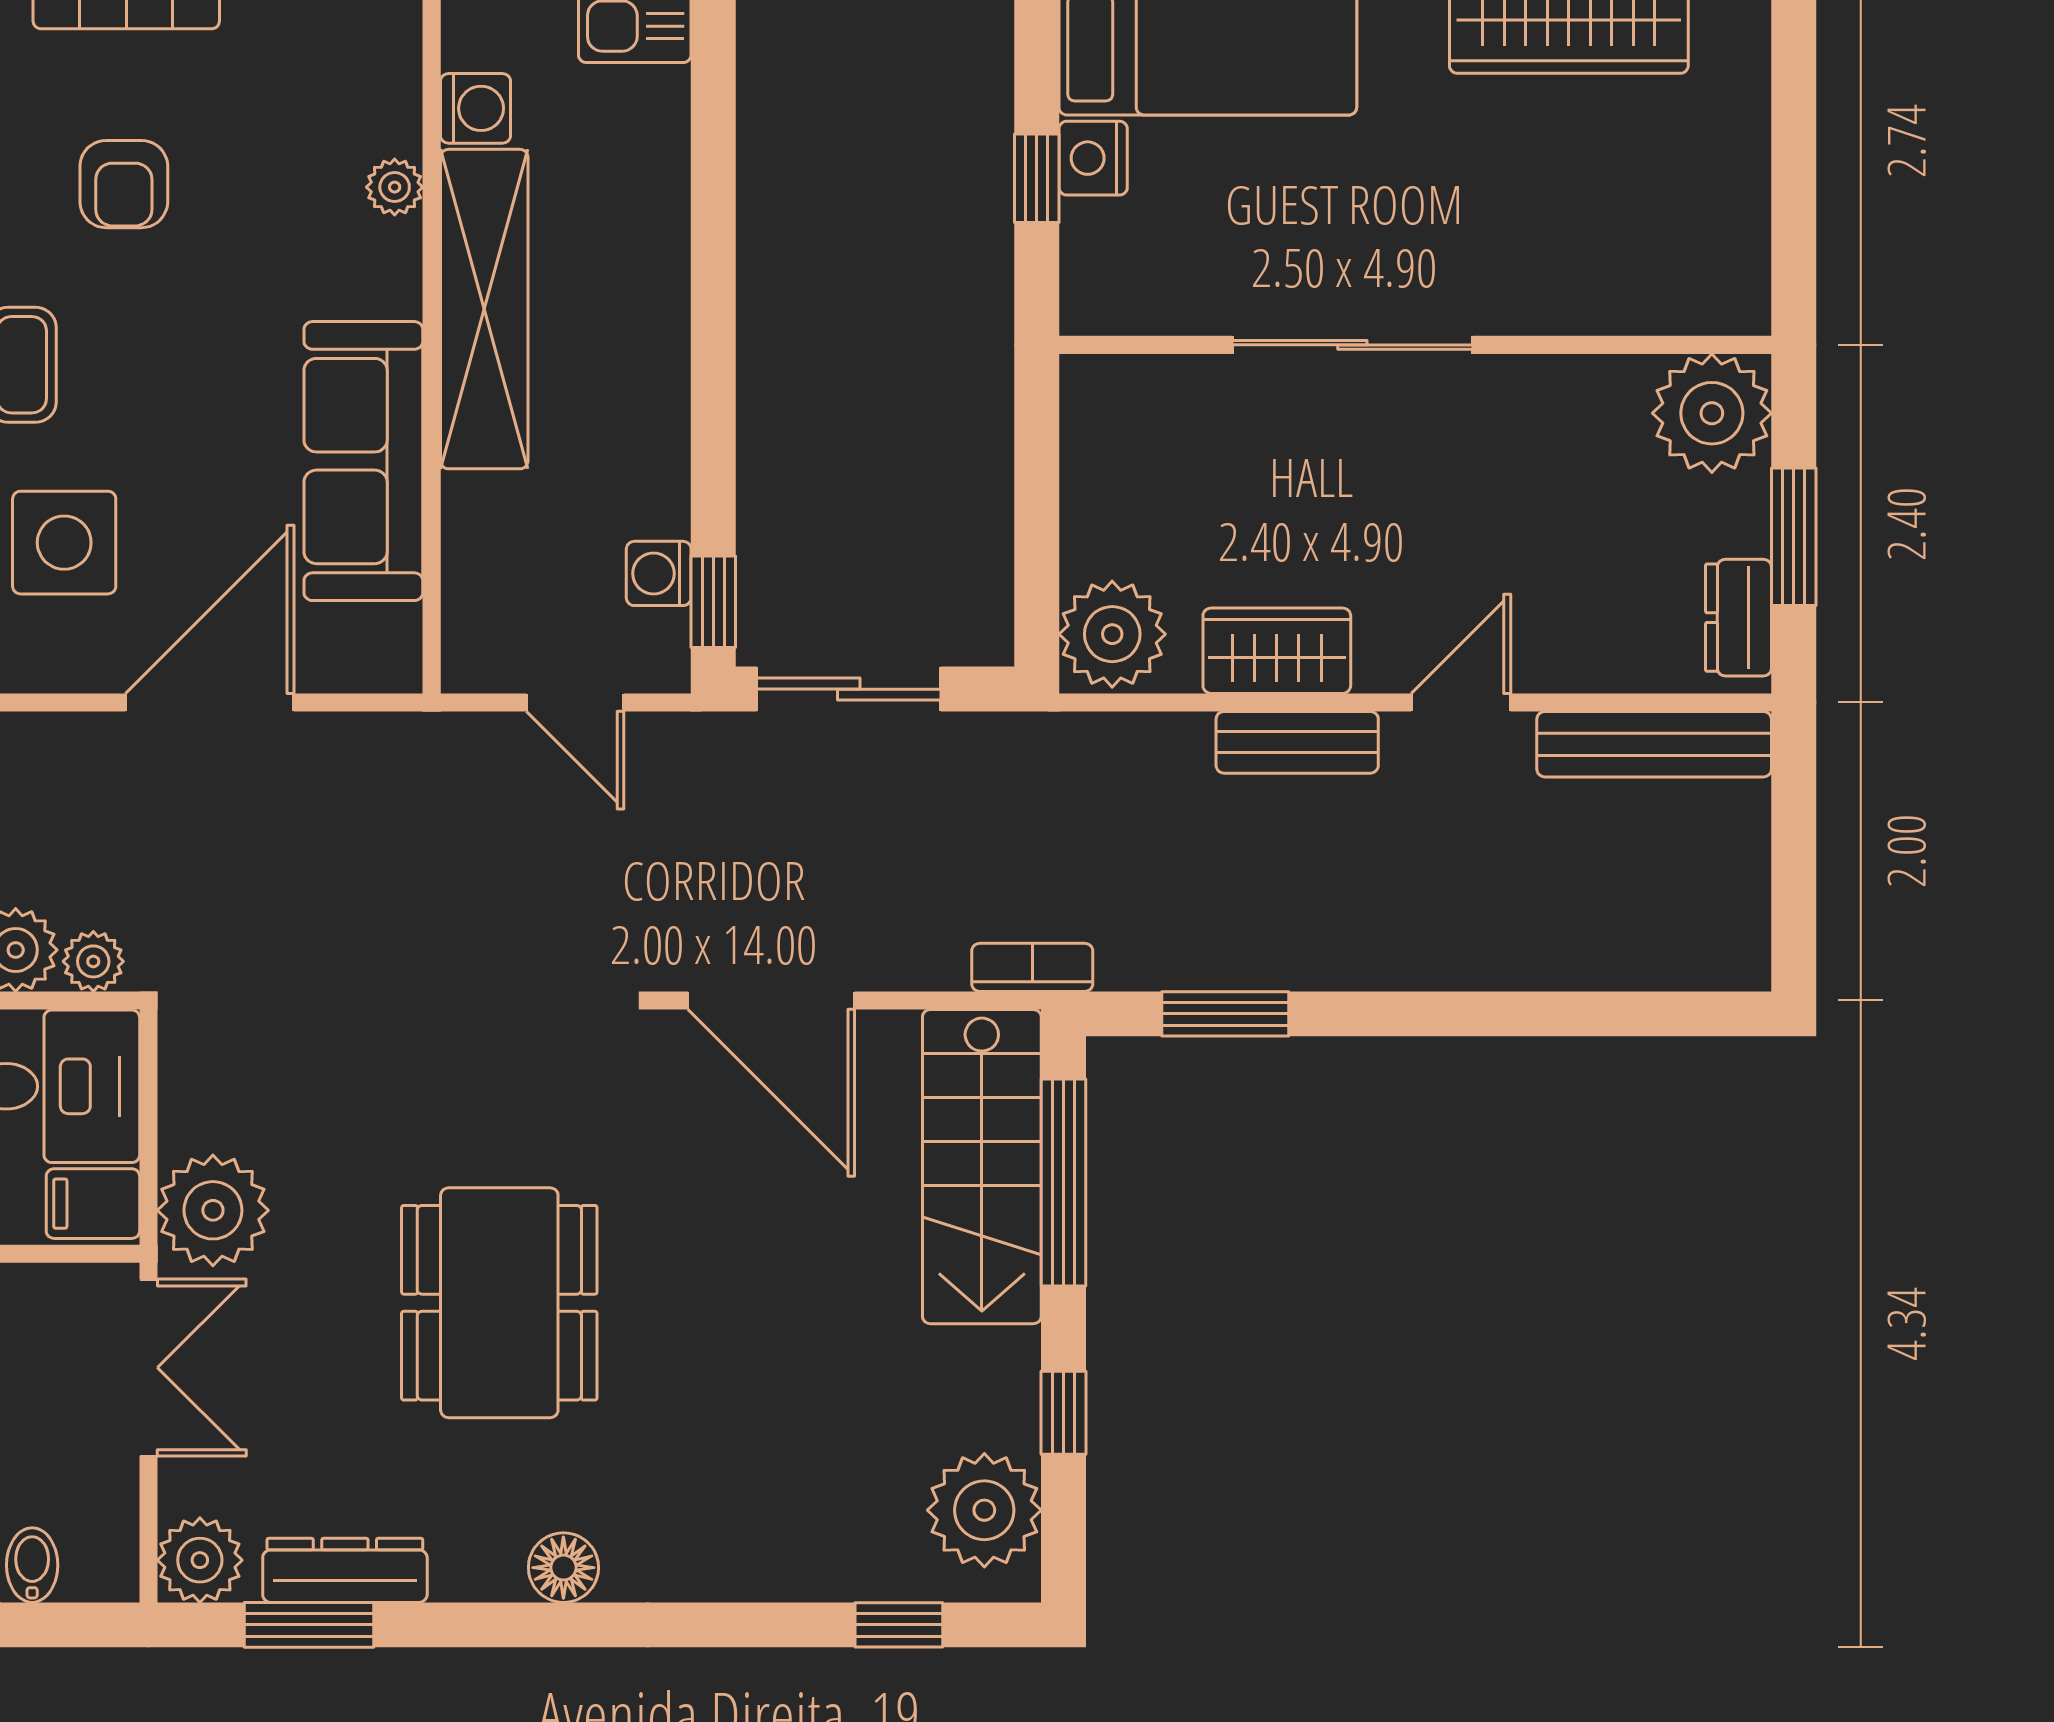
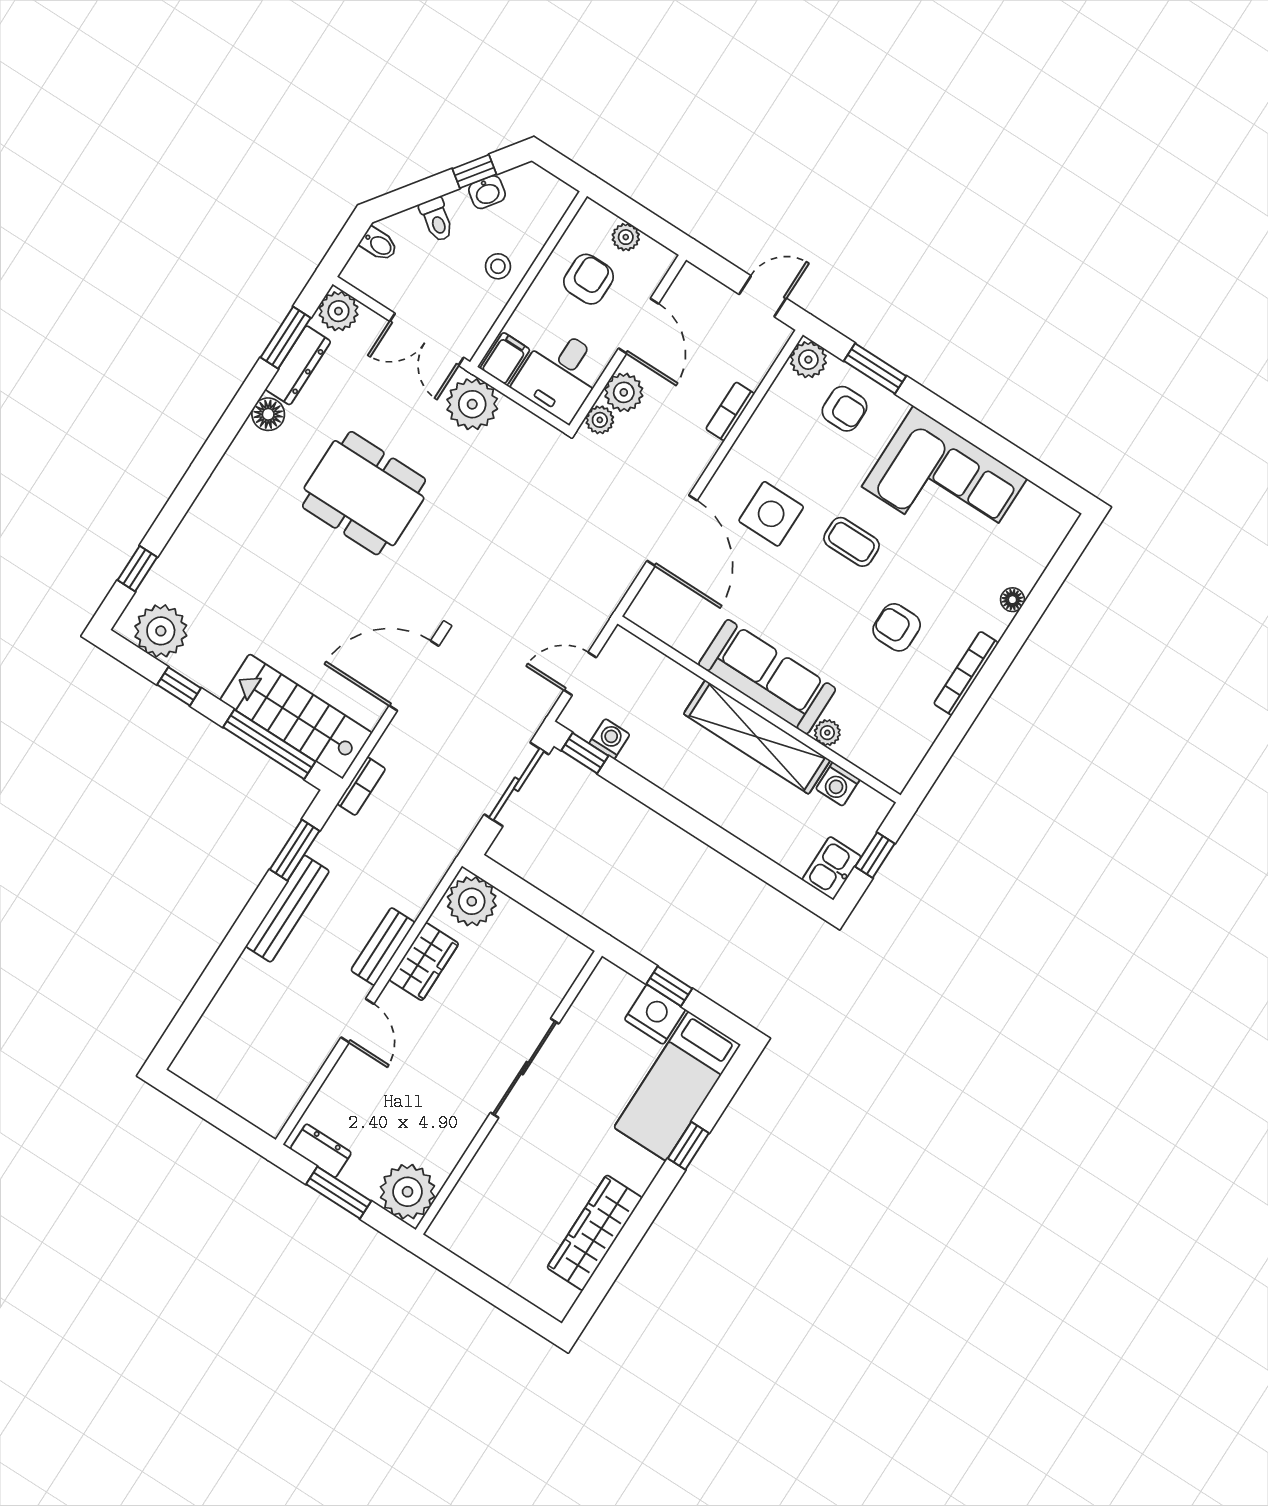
nightstand: (1093, 158) -> (655, 1014), width x1.36, depth x1.33
sofa: (363, 461) -> (767, 677), moved
bench: (1654, 744) -> (288, 909), moved
floor lamp: (563, 1568) -> (268, 414), moved

